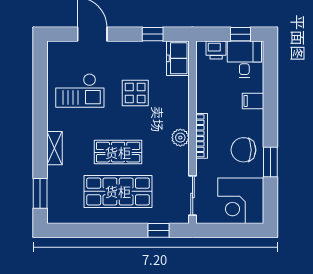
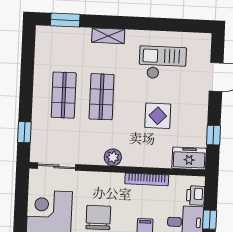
checkout: (80, 90) -> (163, 63), turned 90
bookcase: (202, 136) -> (147, 179), moved
shop shelf: (118, 191) -> (64, 95), width x0.70, depth x0.74

